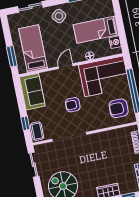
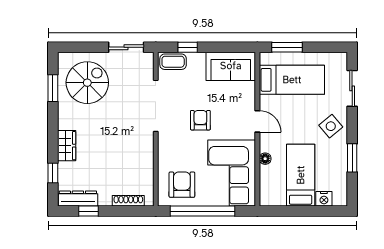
nightstand: (115, 42) -> (324, 199), moved

